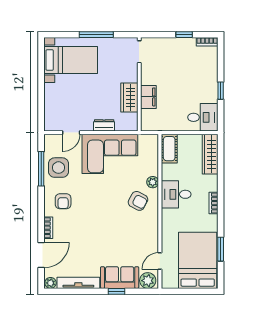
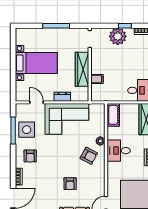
plant: (175, 48) -> (118, 36), added
bed with nightstands: (71, 60) -> (36, 63), moved
filing cabinet: (148, 97) -> (97, 79), width x0.50
wardrobe: (129, 98) -> (82, 69), width x1.50
door: (71, 133) -> (36, 102), swing flipped
armchair: (114, 237) -> (70, 184), added

